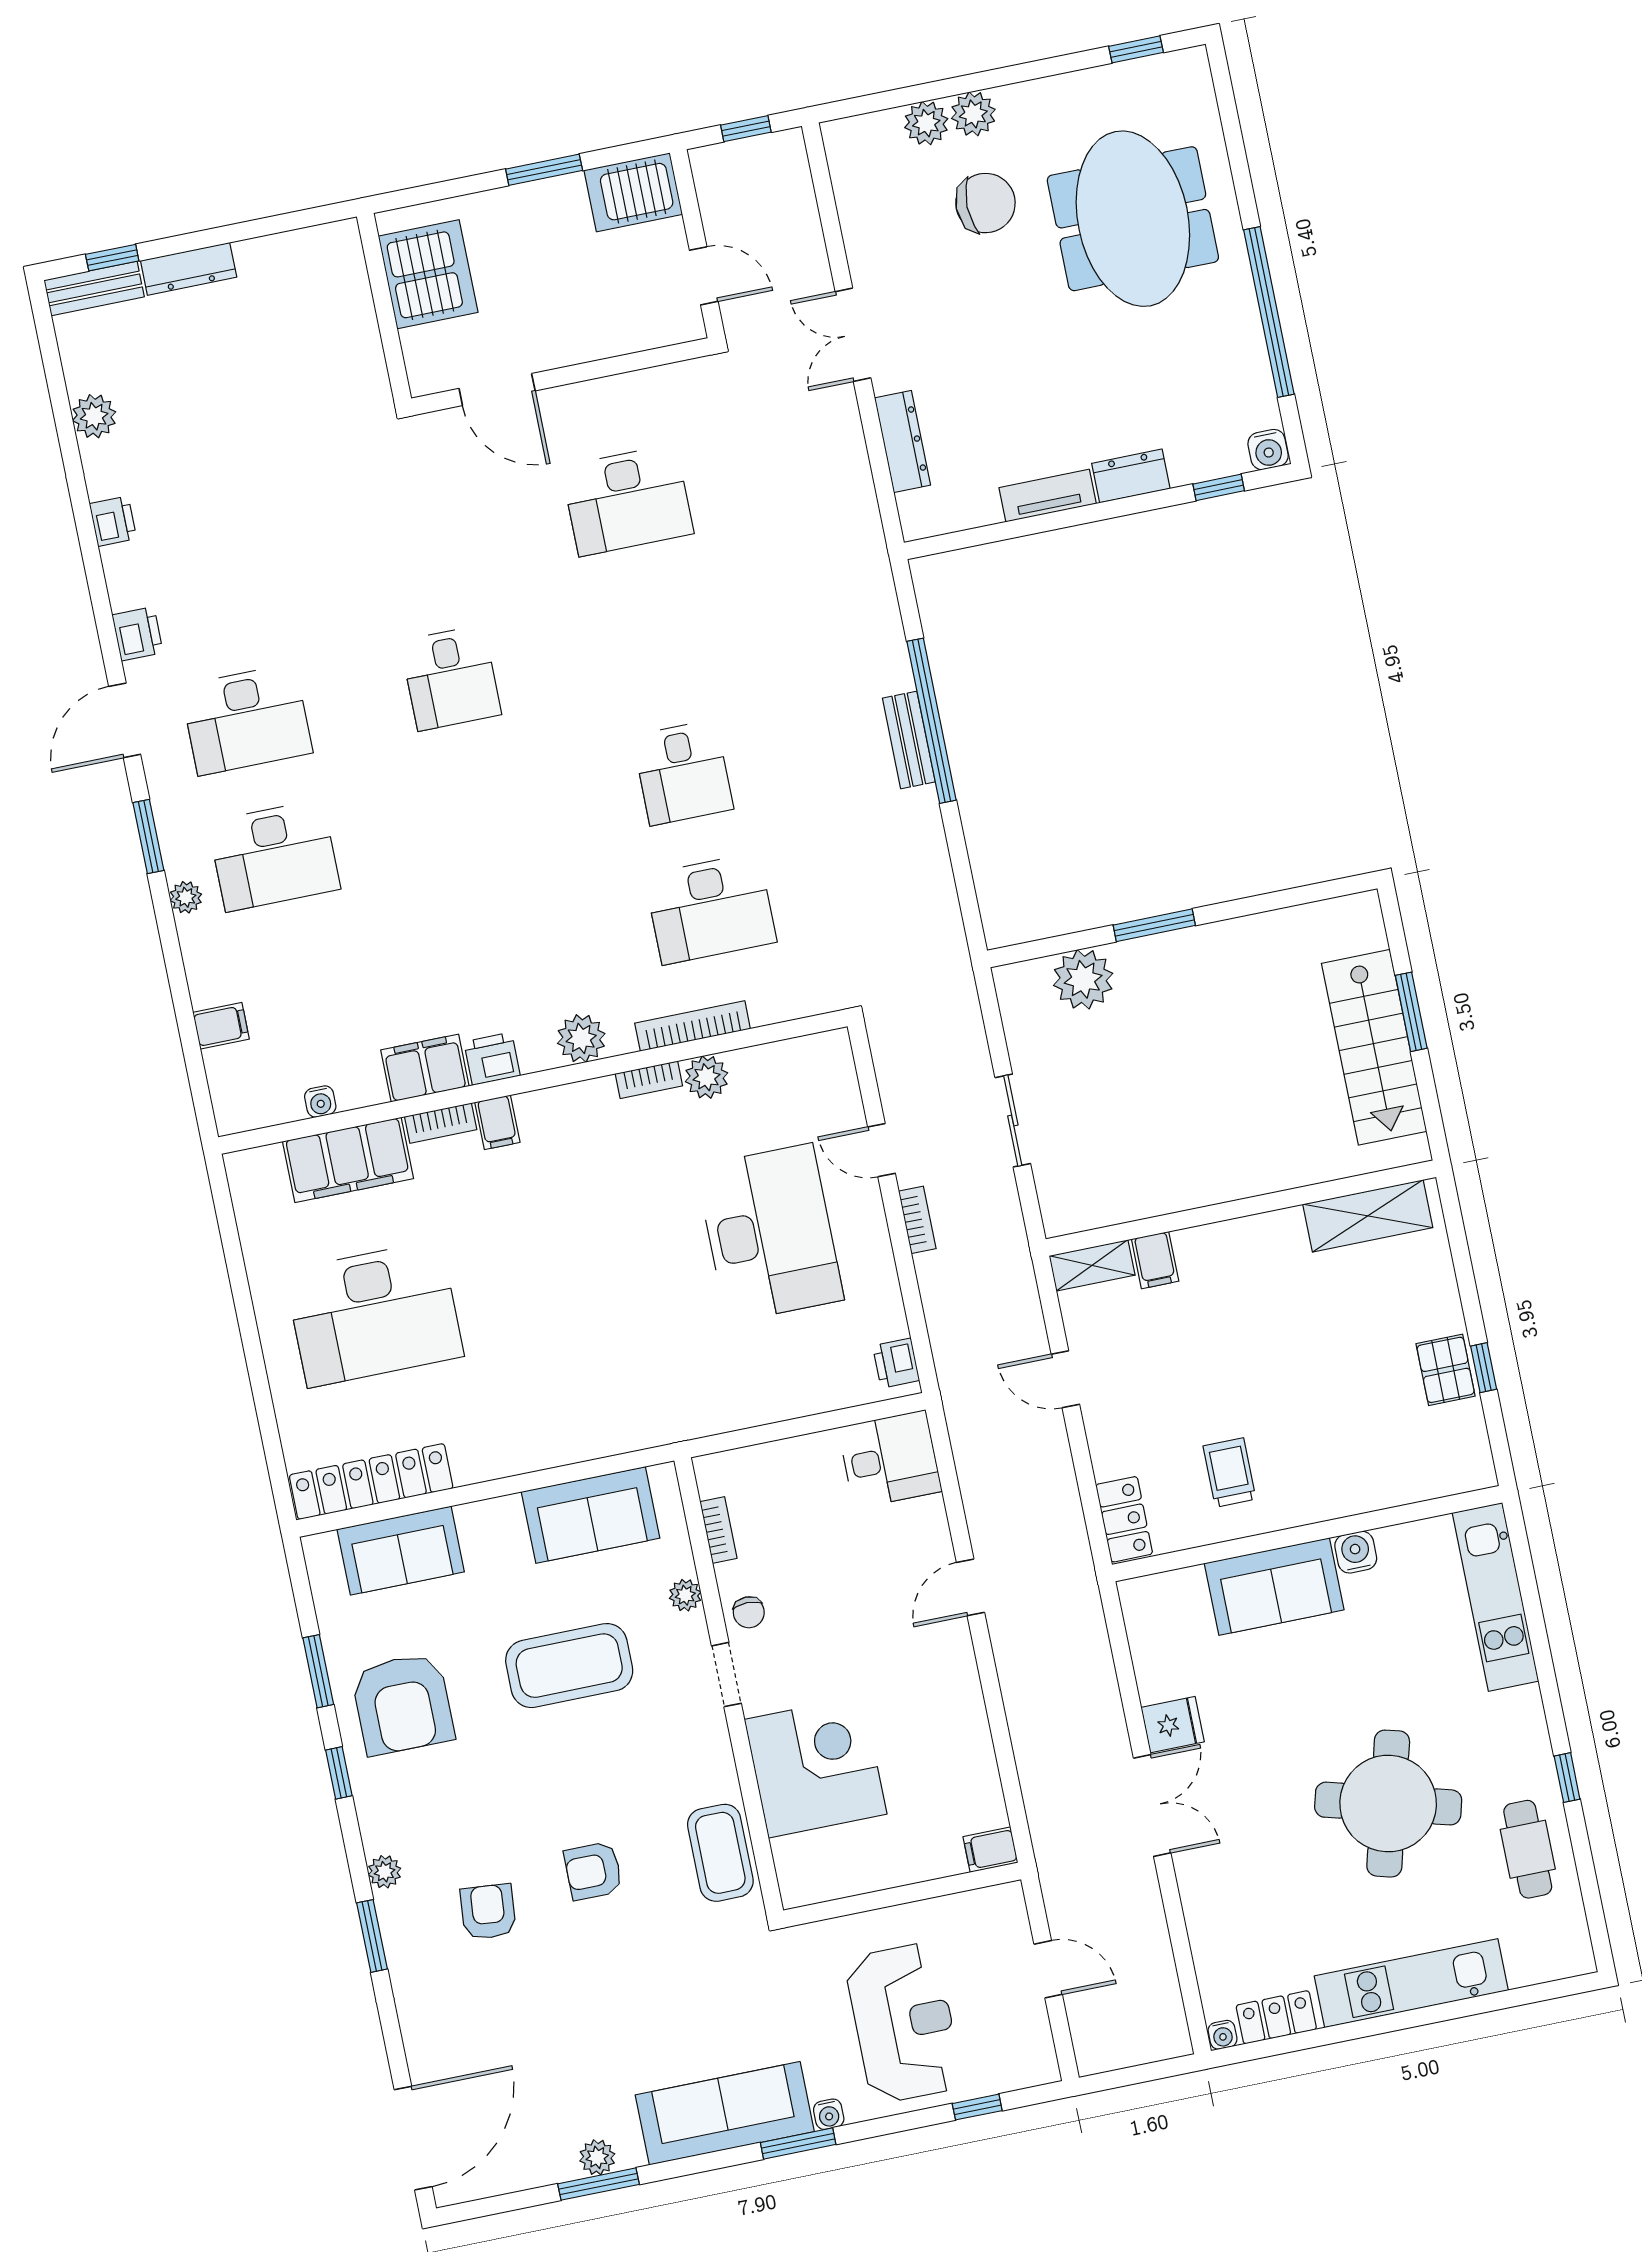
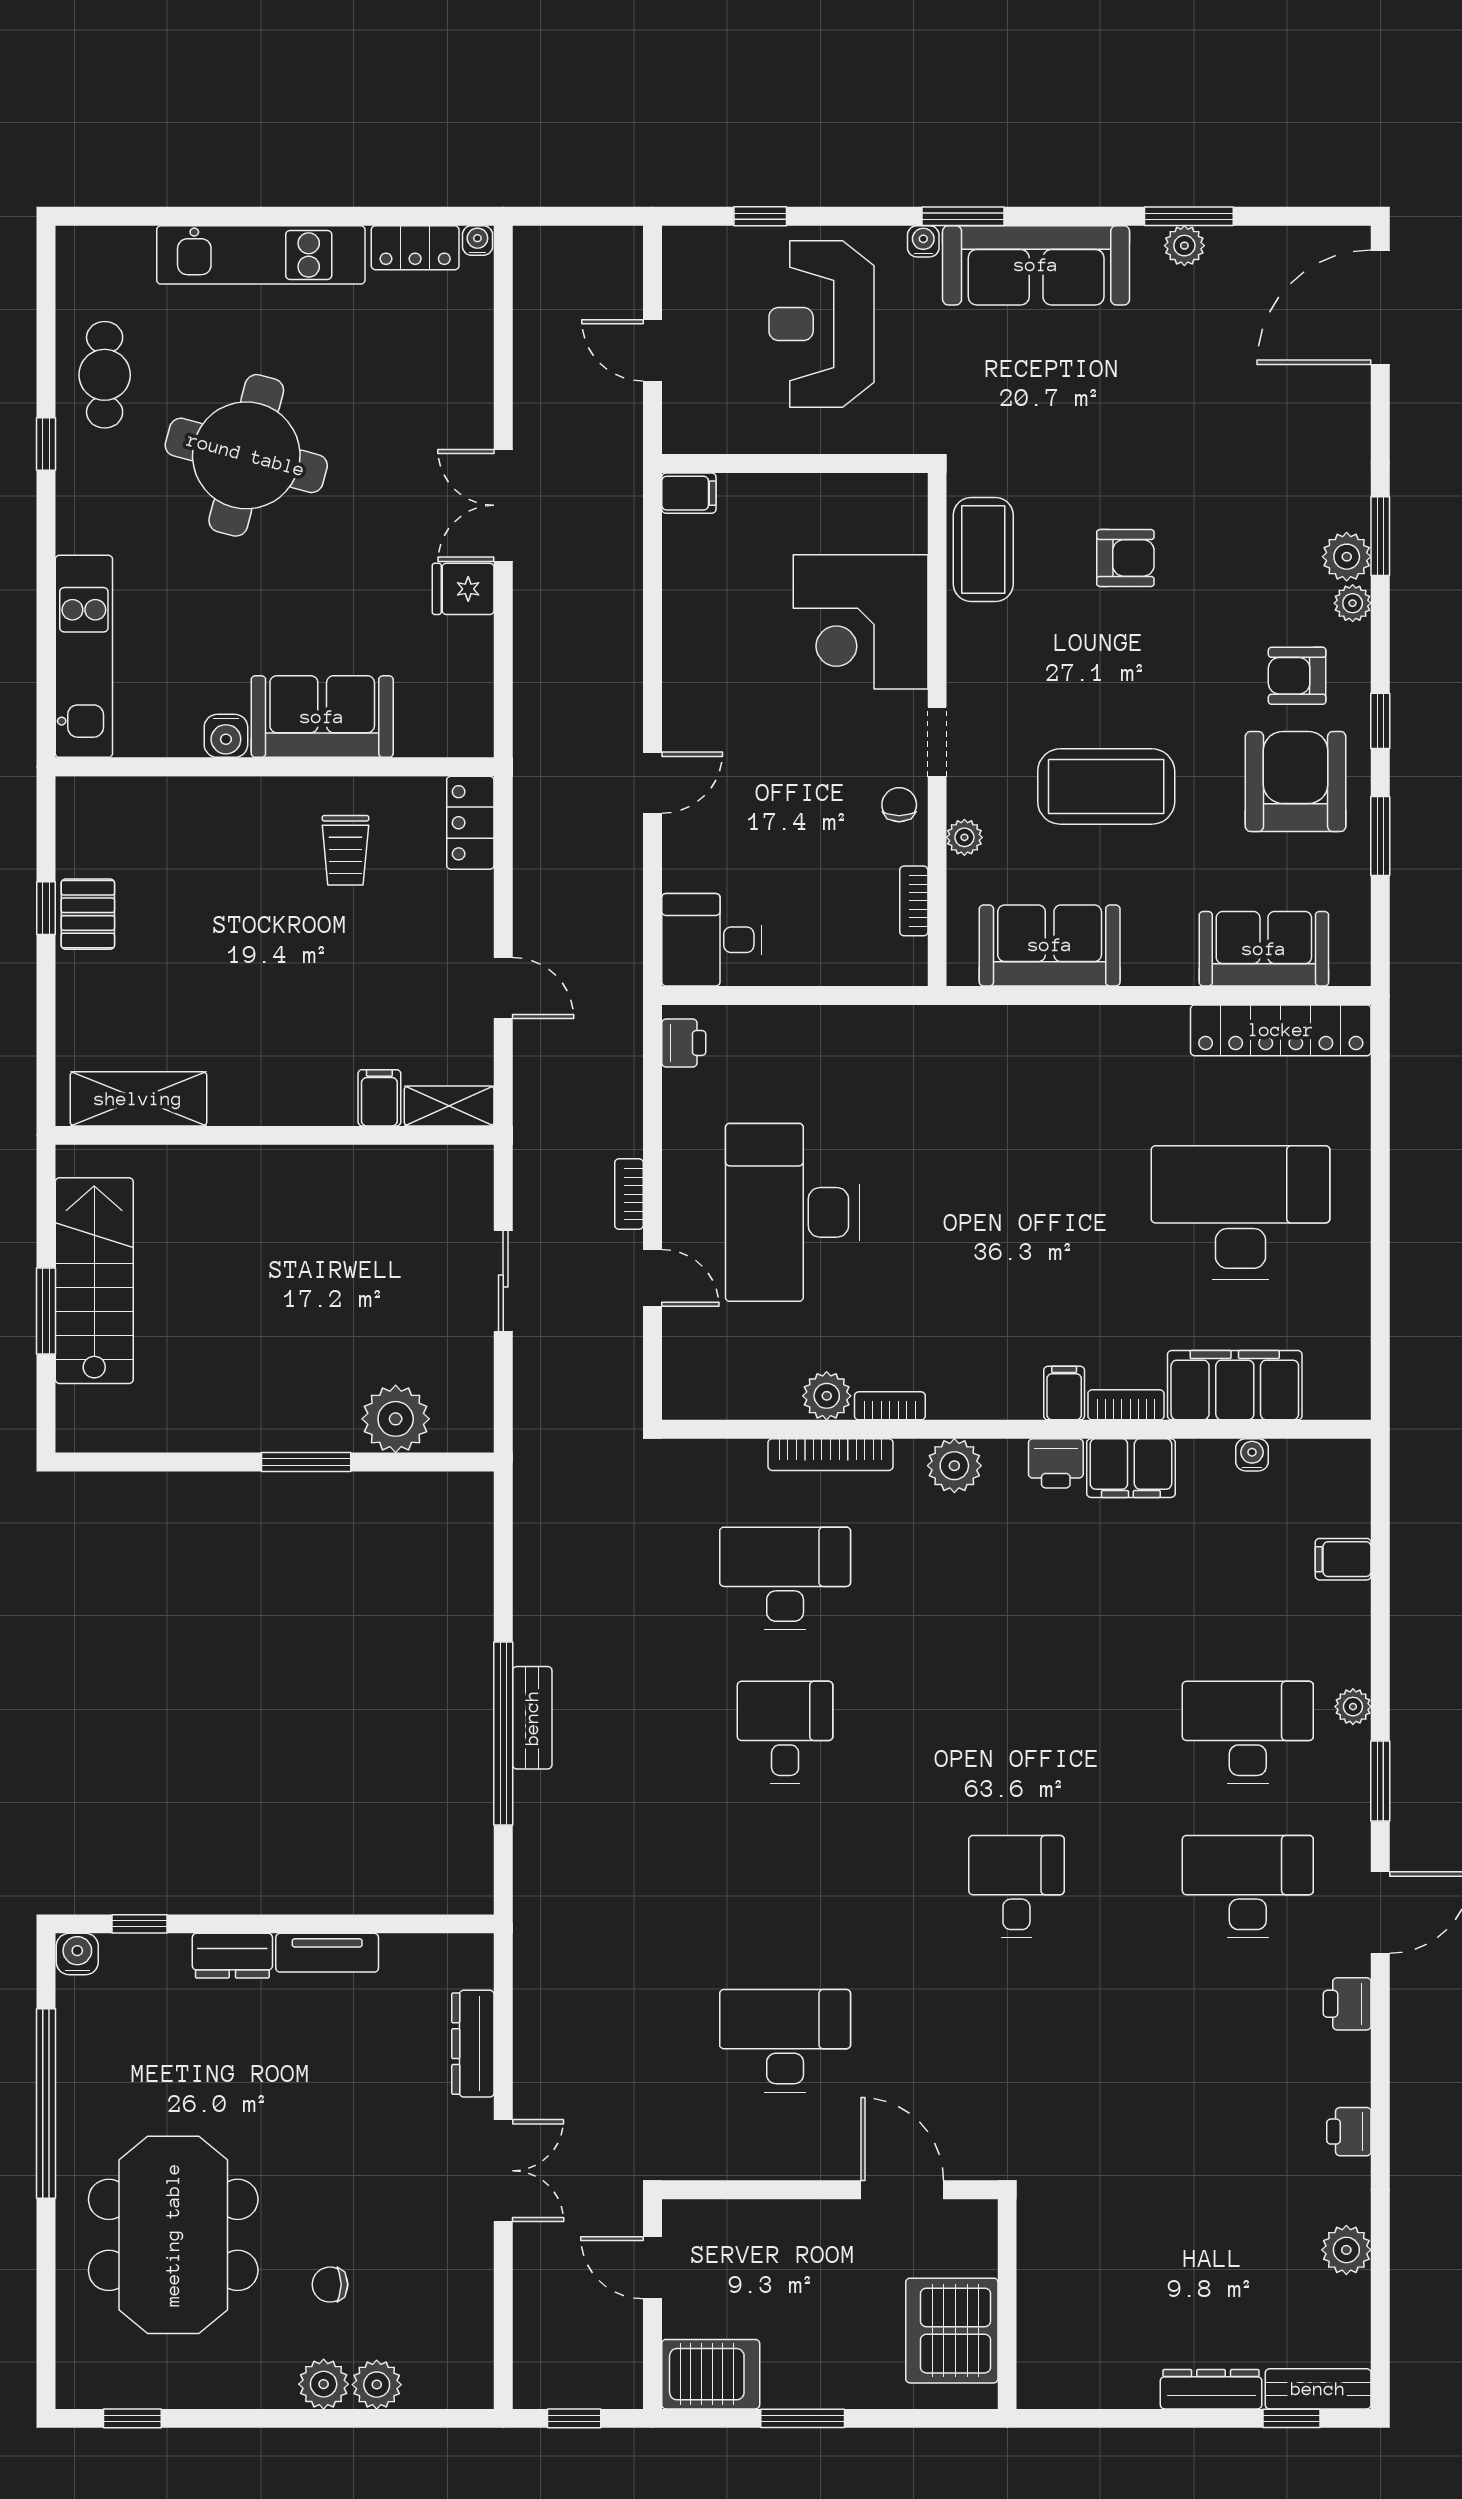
chair: (985, 203) -> (330, 2285), width x0.54, depth x0.54
plant: (398, 1912) -> (1347, 557), added
armchair: (488, 1912) -> (1297, 676), moved, turned 85

